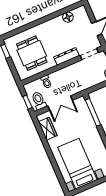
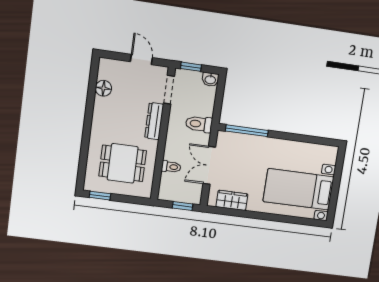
toilet: (39, 101) -> (199, 124), moved
double door: (60, 103) -> (209, 165), swing flipped

